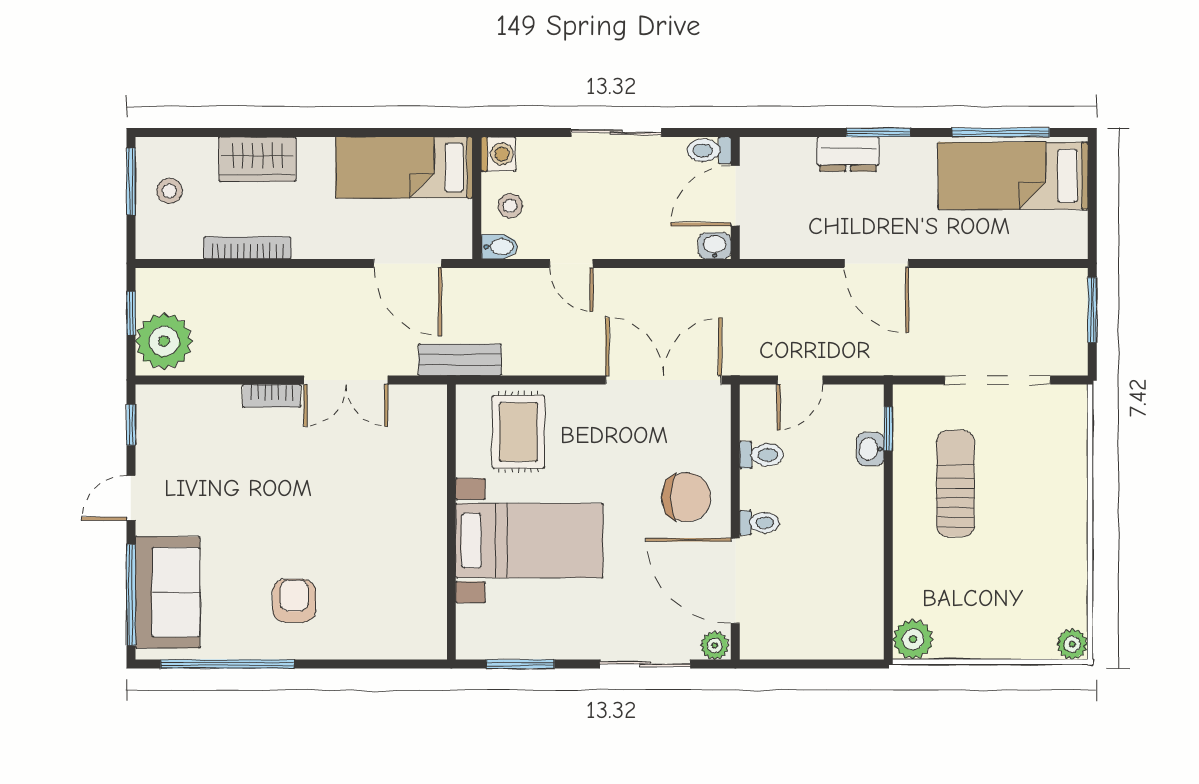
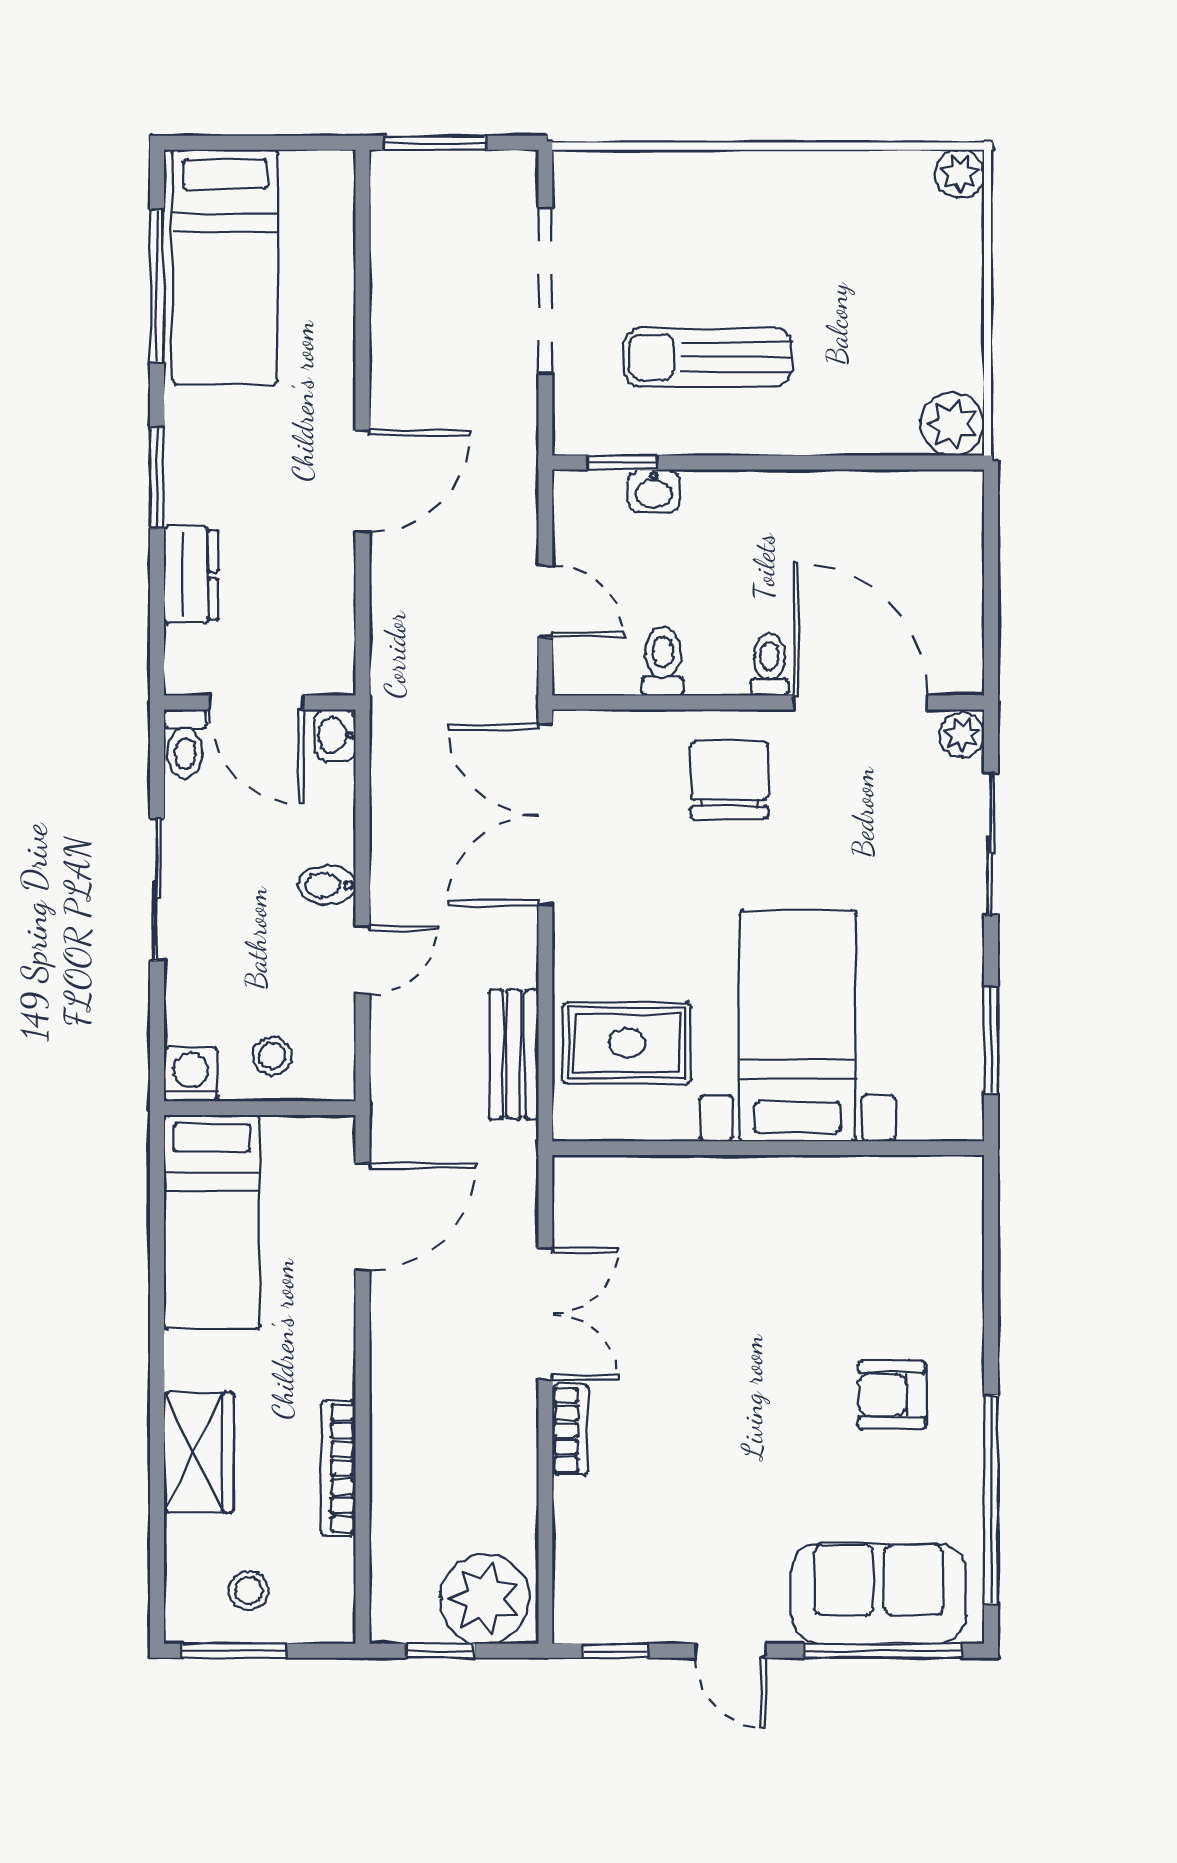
dresser: (848, 154) -> (191, 575), moved
bidet: (499, 247) -> (327, 885), moved, turned -90
bench: (460, 360) -> (514, 1054), moved
door: (735, 581) -> (860, 703), swing flipped

